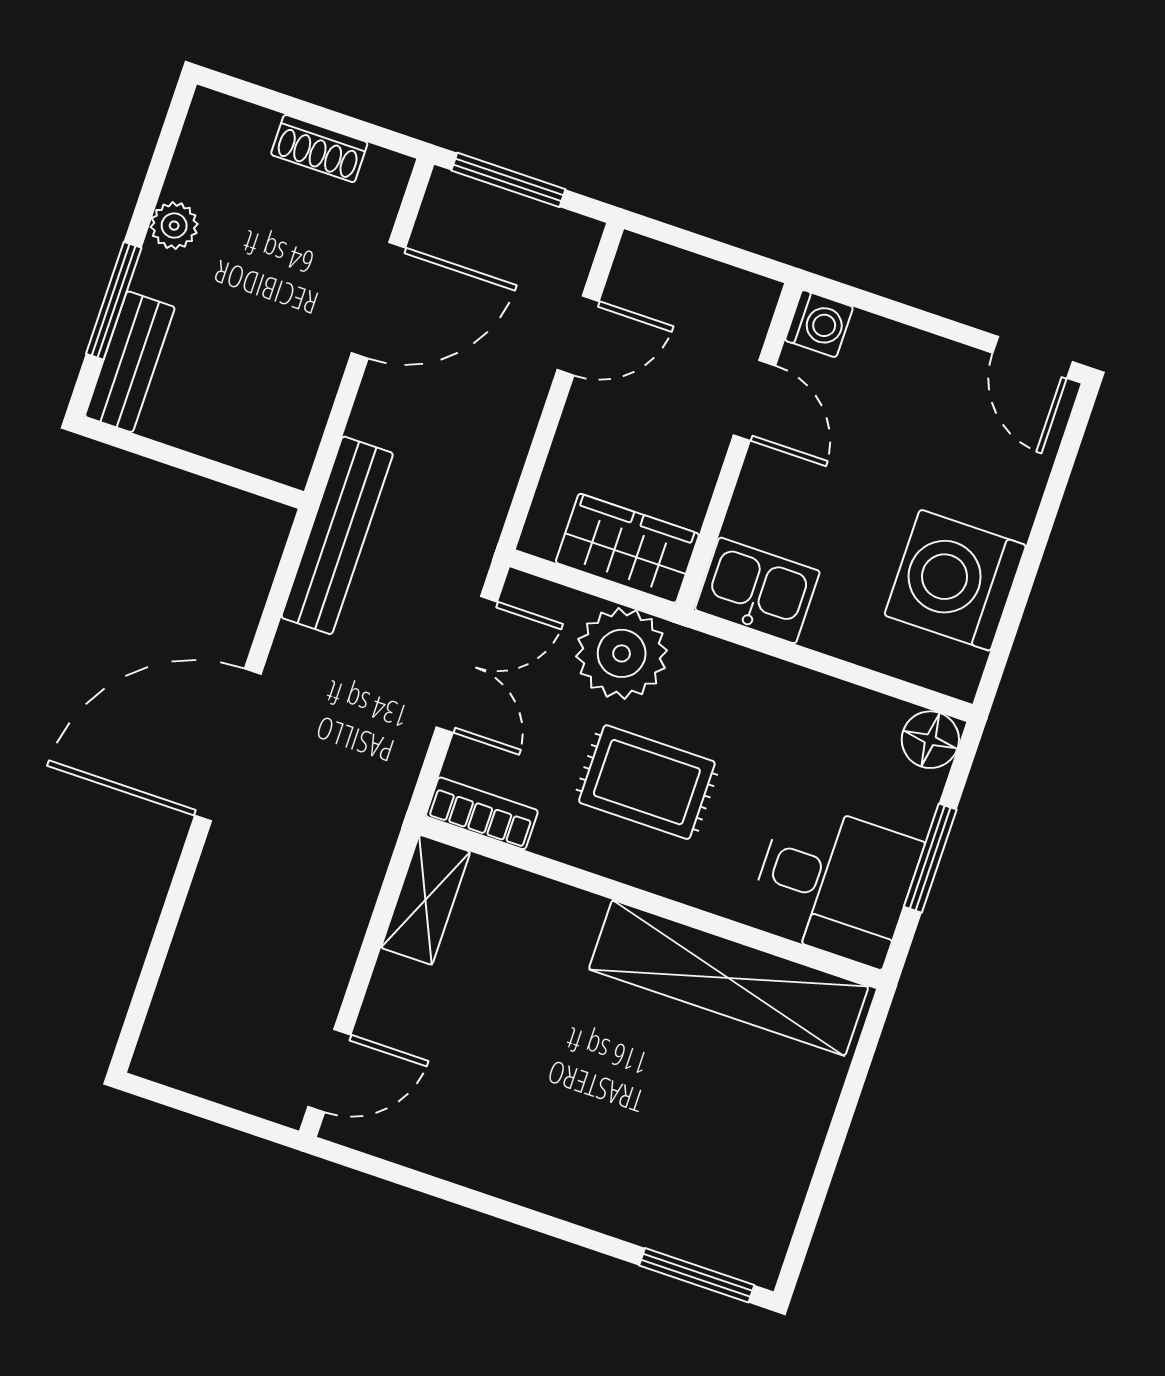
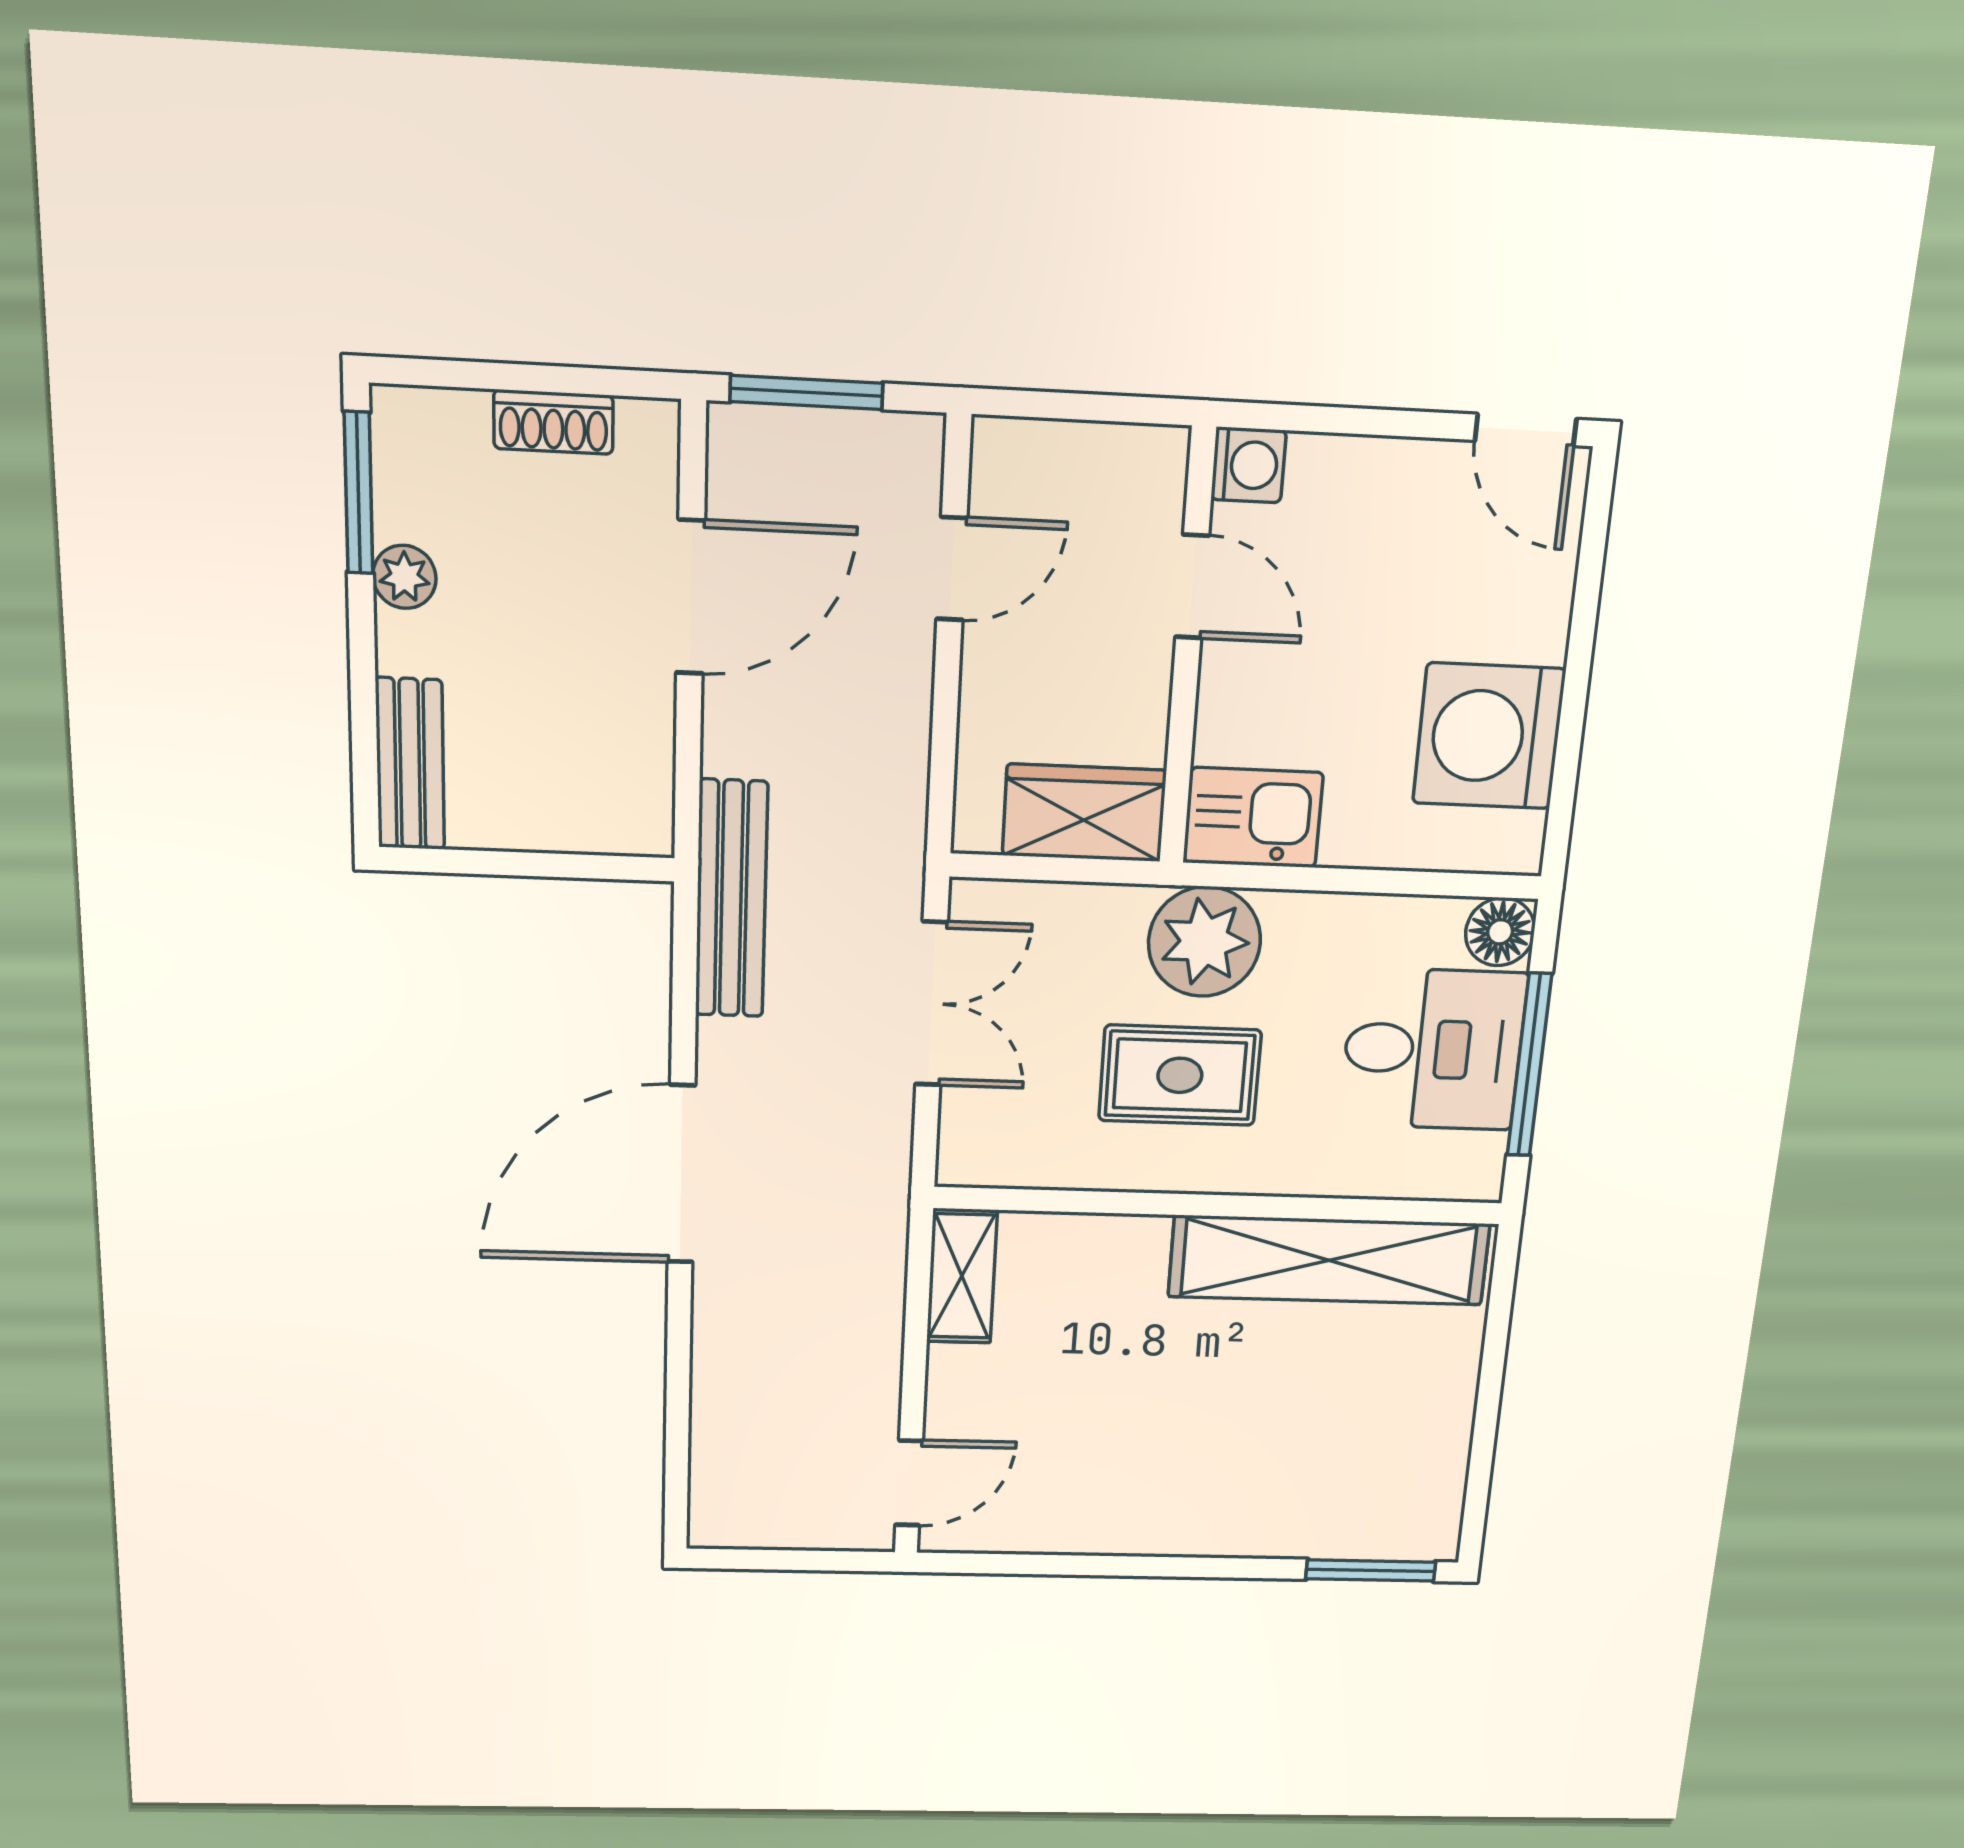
window: (114, 301) -> (359, 493), moved
plant: (622, 653) -> (1204, 942), moved
bookcase: (482, 813) -> (998, 1165), removed
window: (930, 858) -> (1529, 1065), width x1.44
desk: (834, 883) -> (1433, 1049), moved

